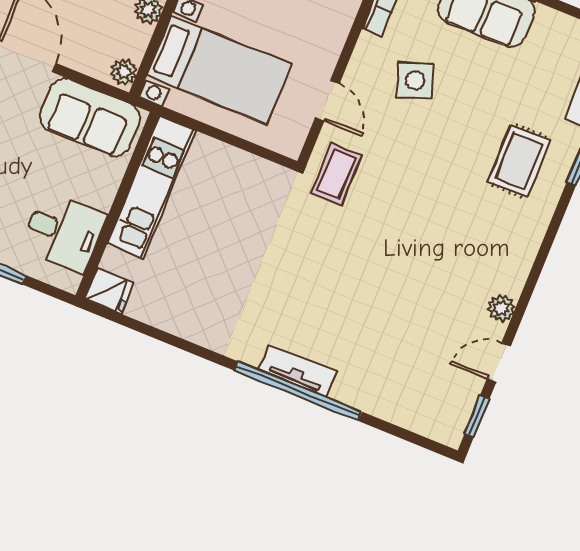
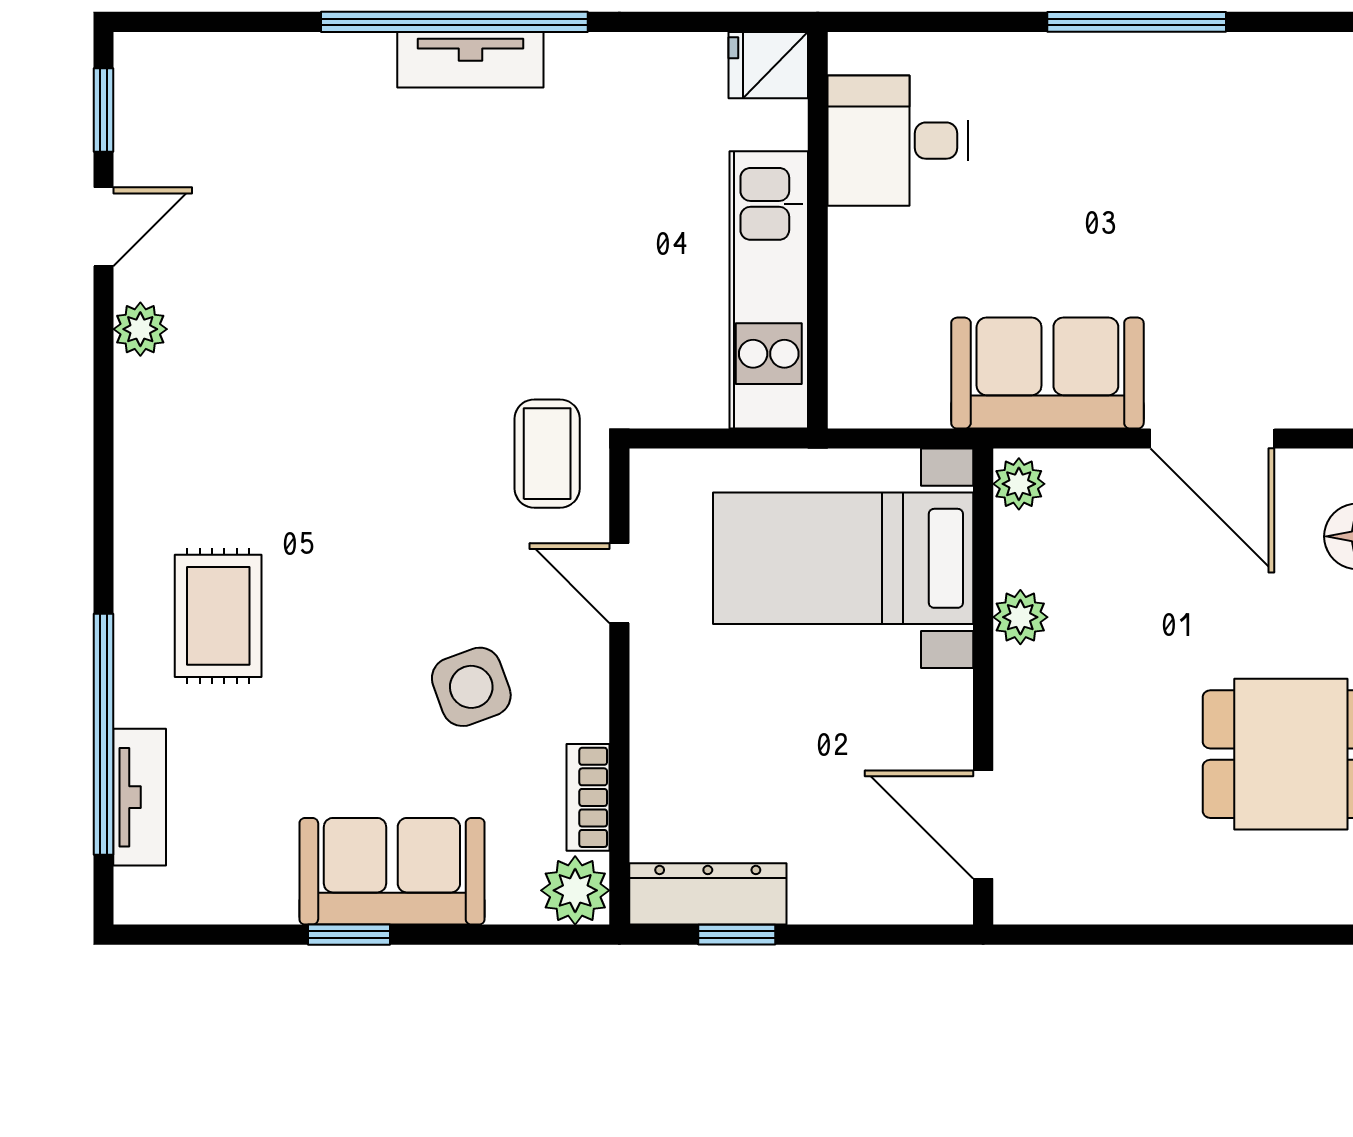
kitchen unit: (151, 187) -> (769, 290), moved
wall: (117, 205) -> (818, 230), moved
desk: (63, 232) -> (898, 141), moved
fridge: (109, 291) -> (768, 65), moved

